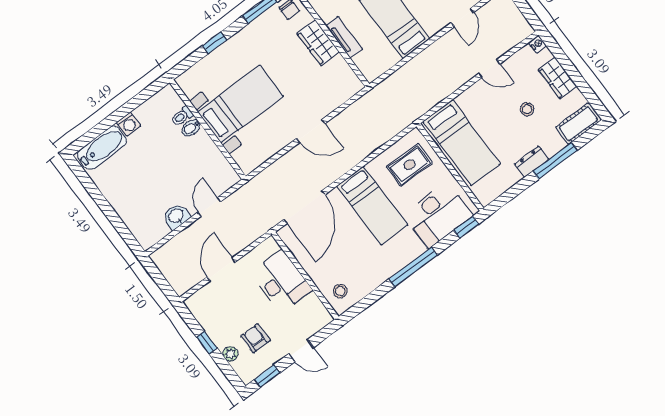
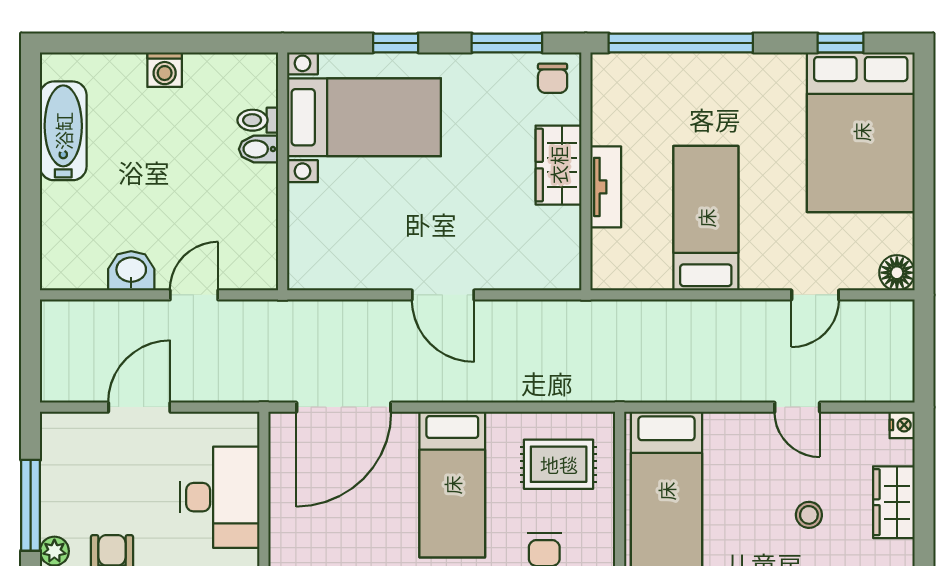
bed with nightstands: (240, 104) -> (364, 117), moved
bathtub: (102, 148) -> (63, 131), moved, turned -90
window: (207, 342) -> (31, 505), width x2.17

